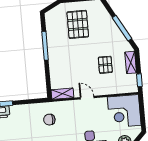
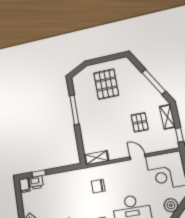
door: (87, 98) -> (138, 157), moved
chair: (49, 120) -> (98, 186), moved

